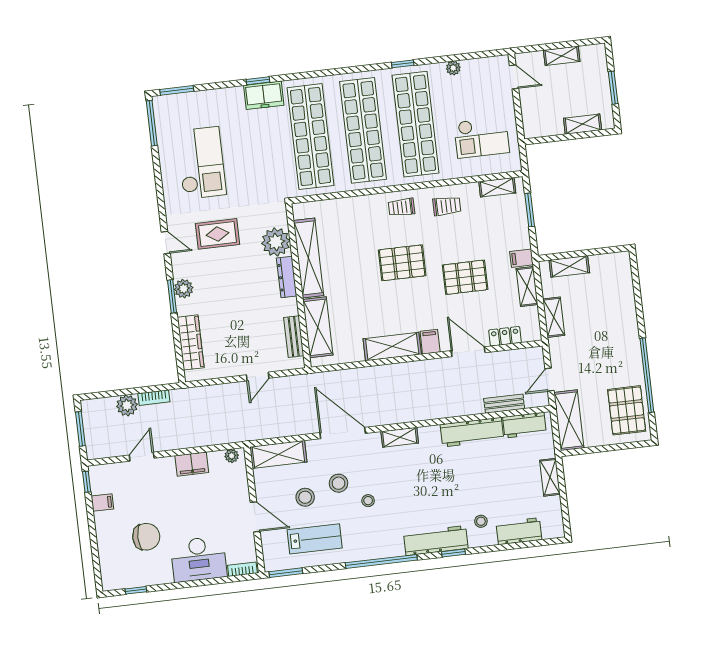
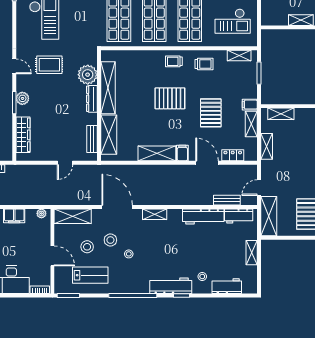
pallet: (465, 277) -> (211, 113), turned 90

